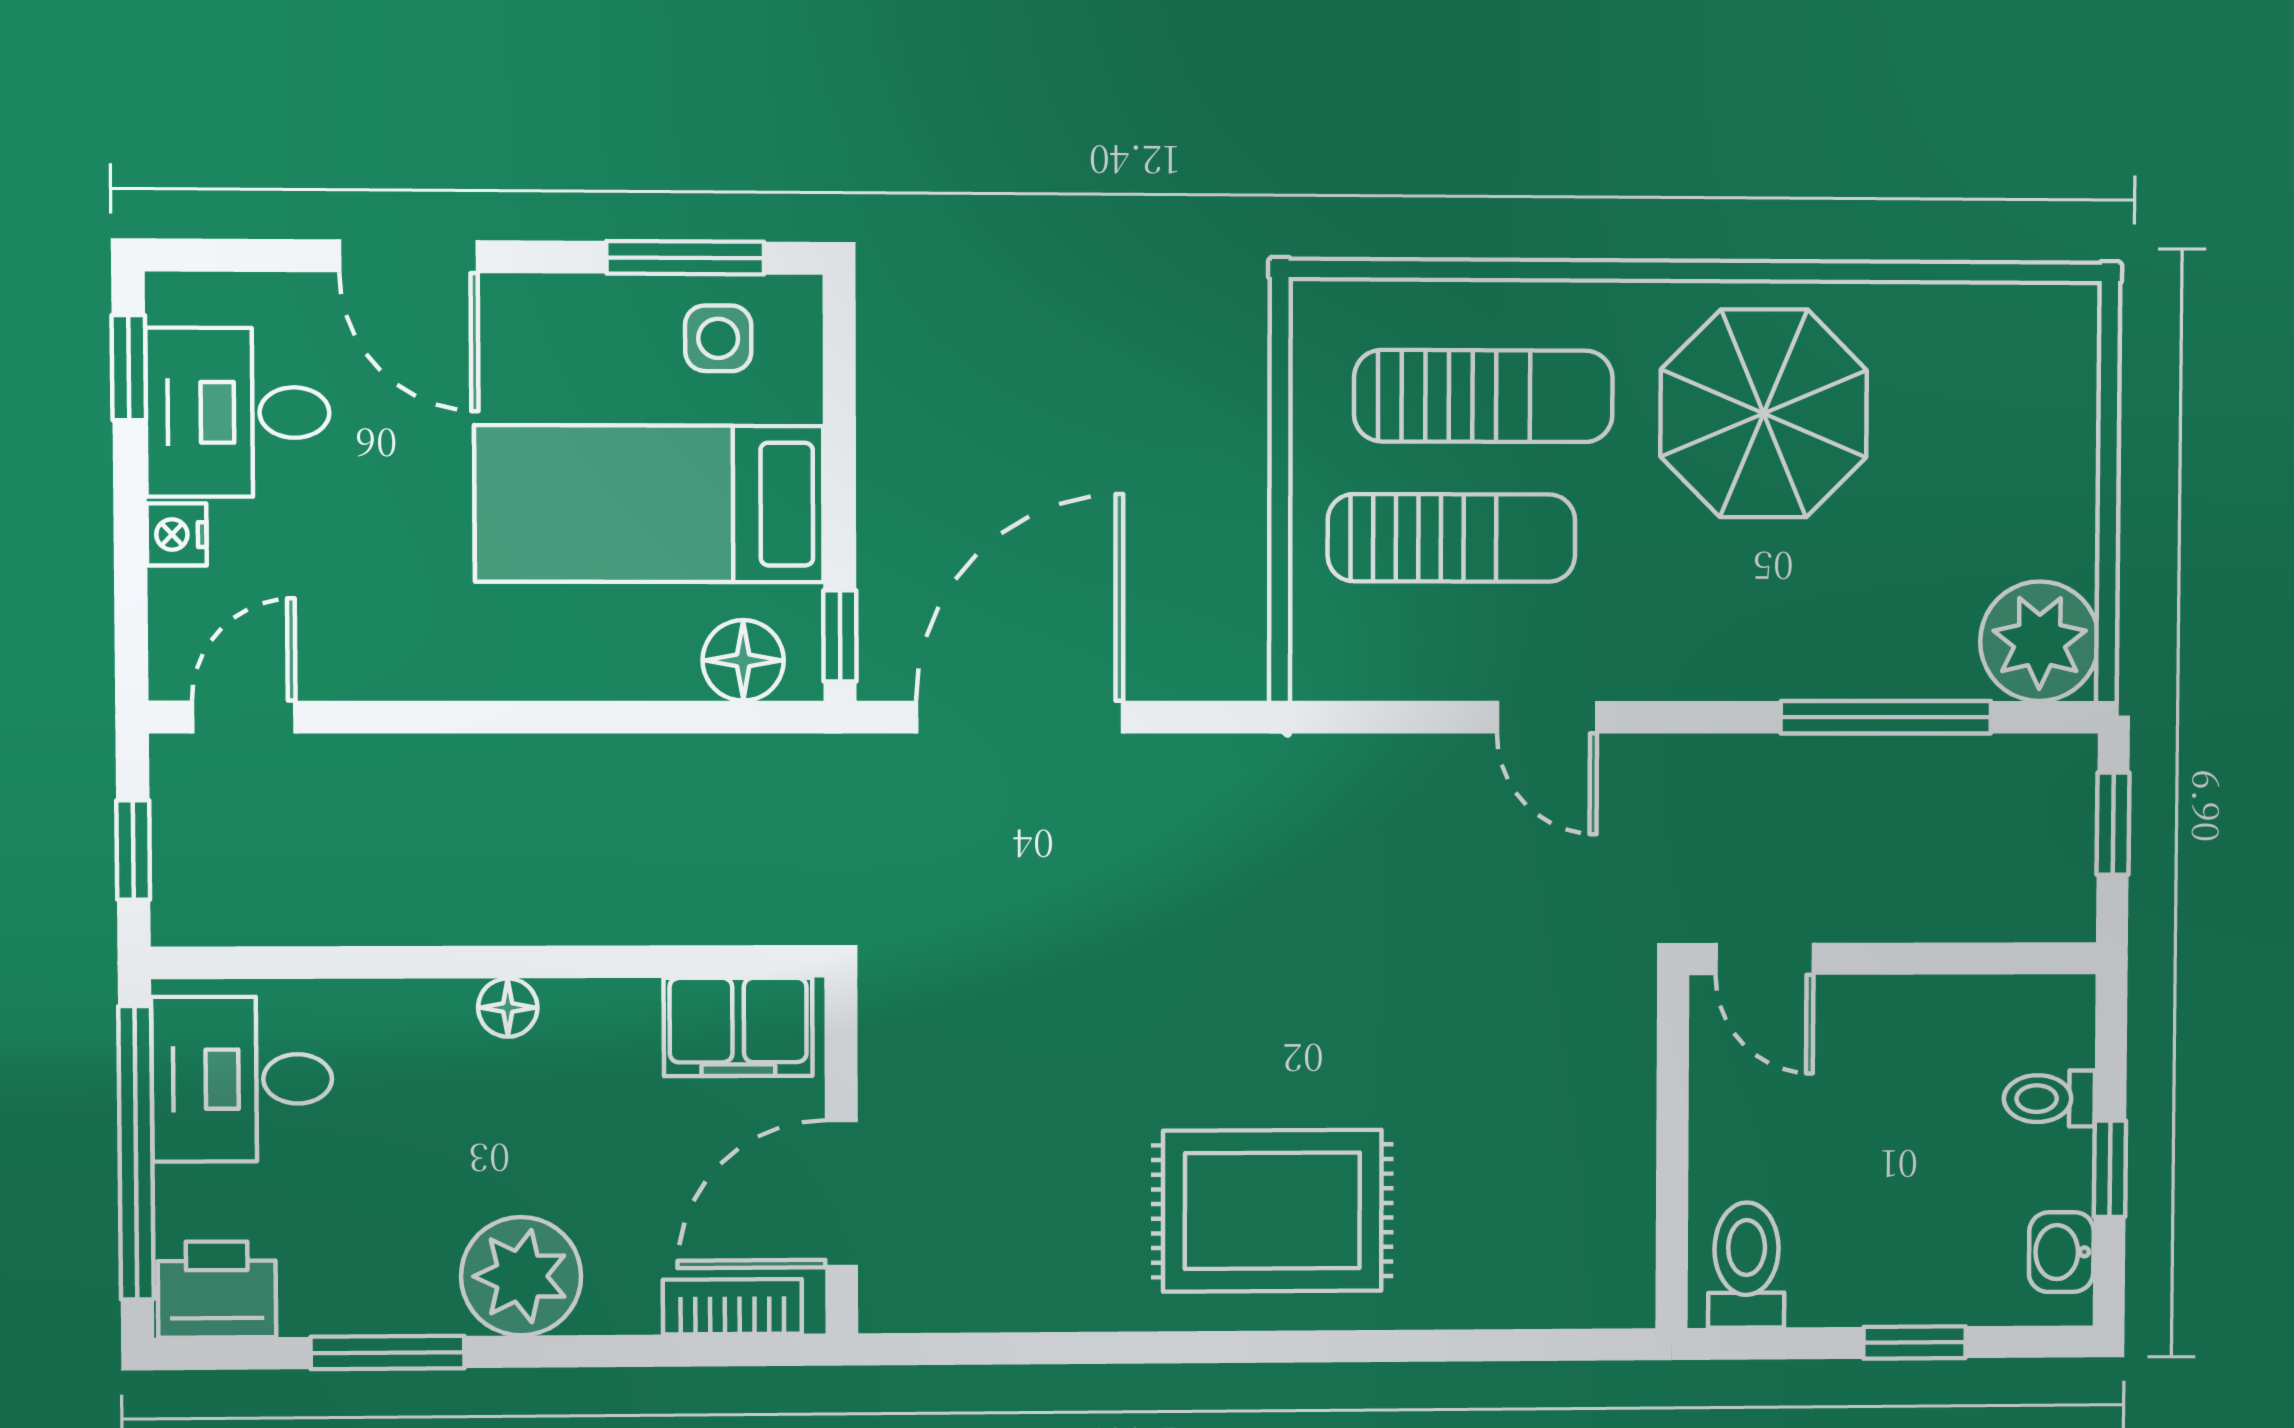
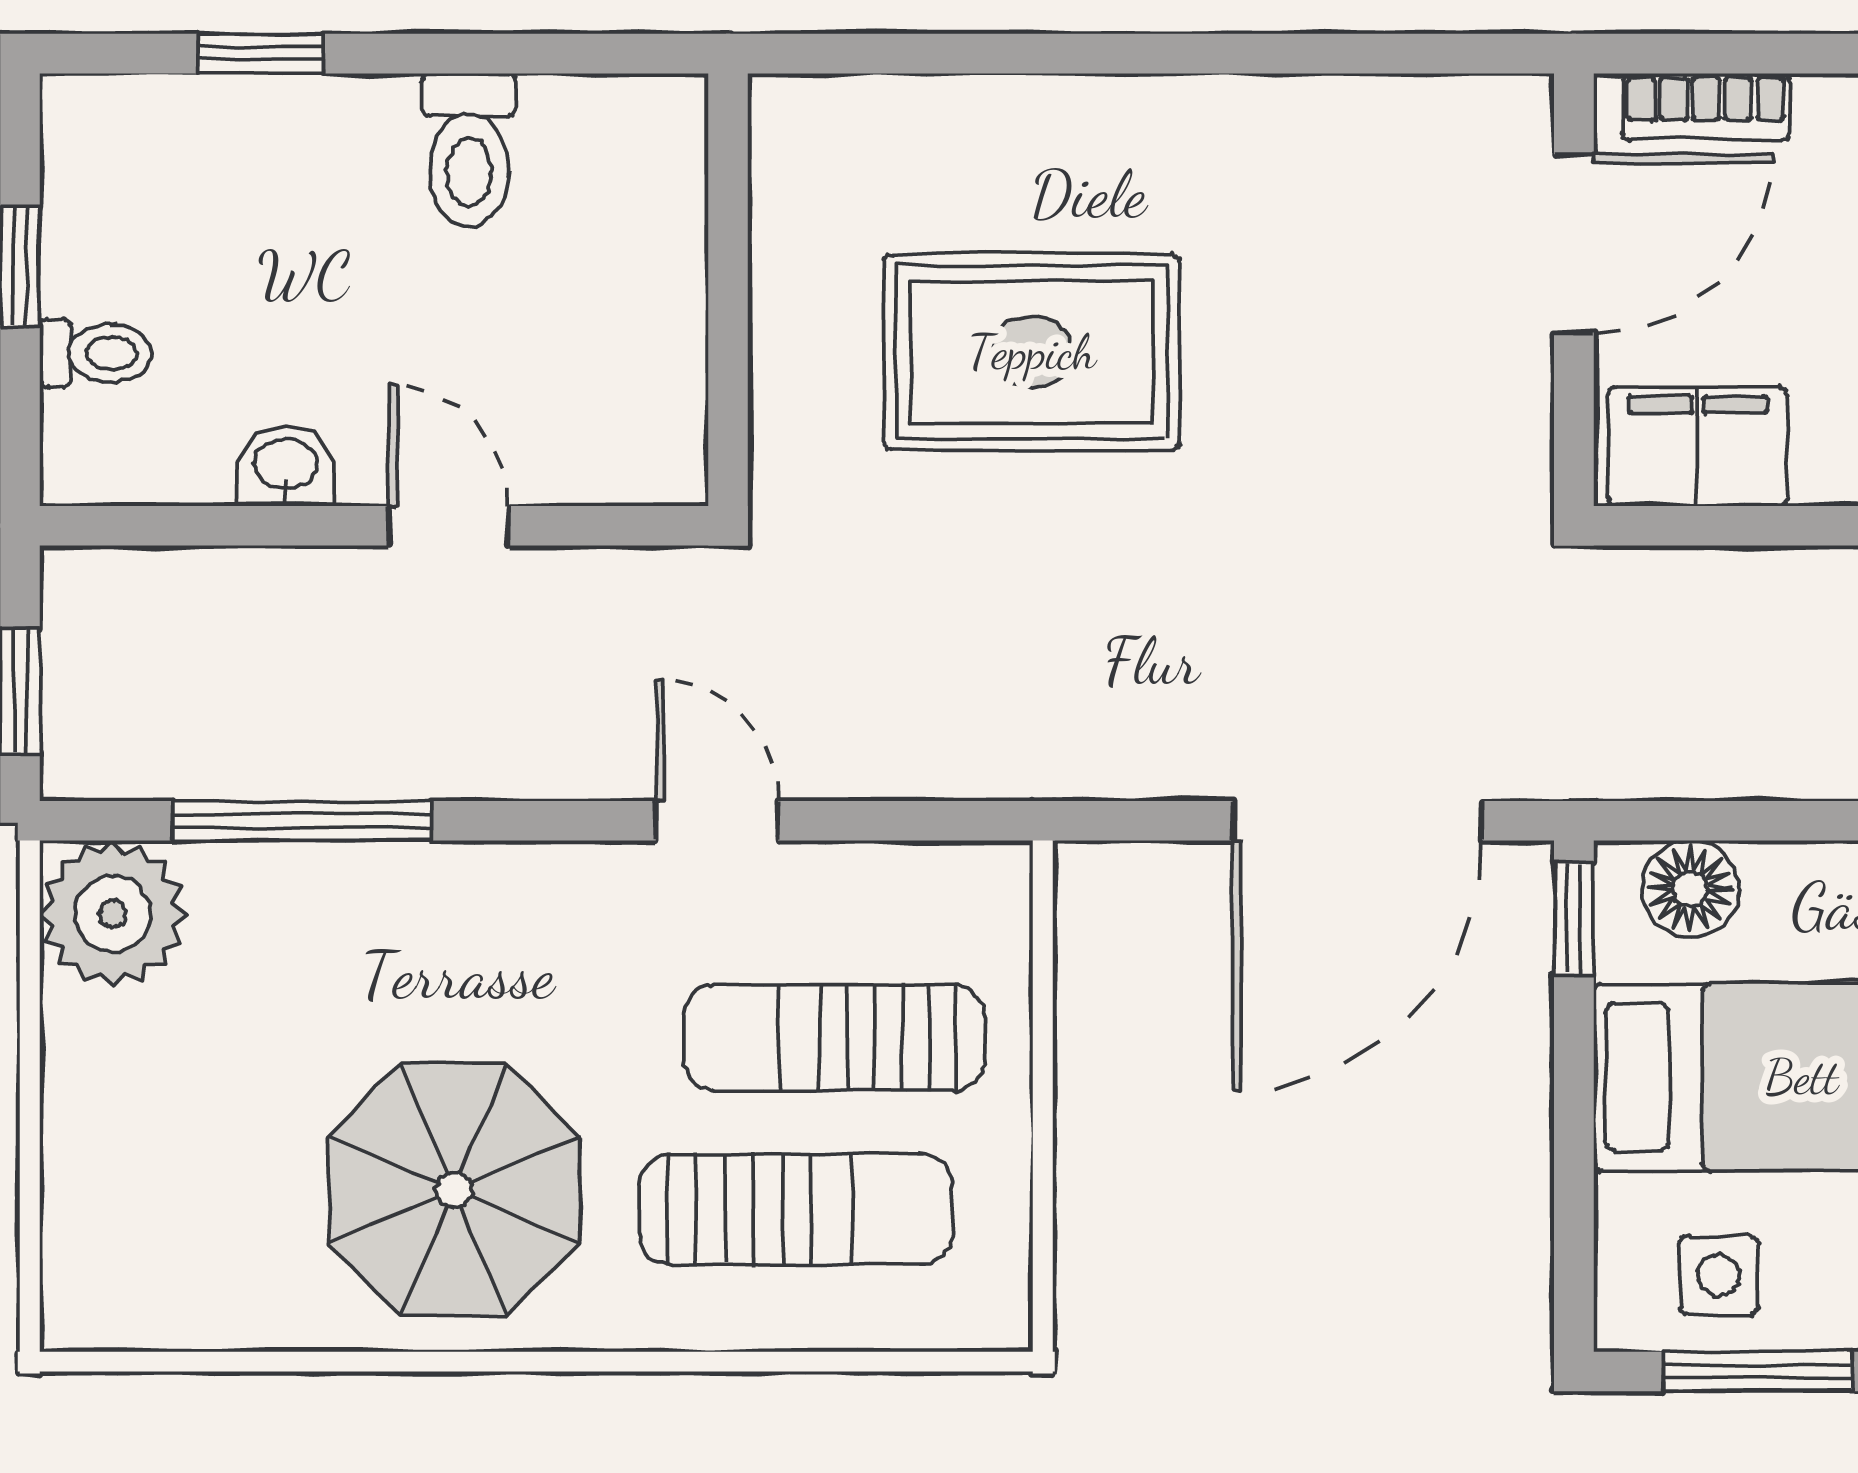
sun lounger: (1483, 396) -> (796, 1210), turned 180
wall: (1672, 1152) -> (728, 290), moved
rug: (1272, 1211) -> (1032, 352), moved
washbasin: (2061, 1252) -> (286, 466), moved, turned -90

